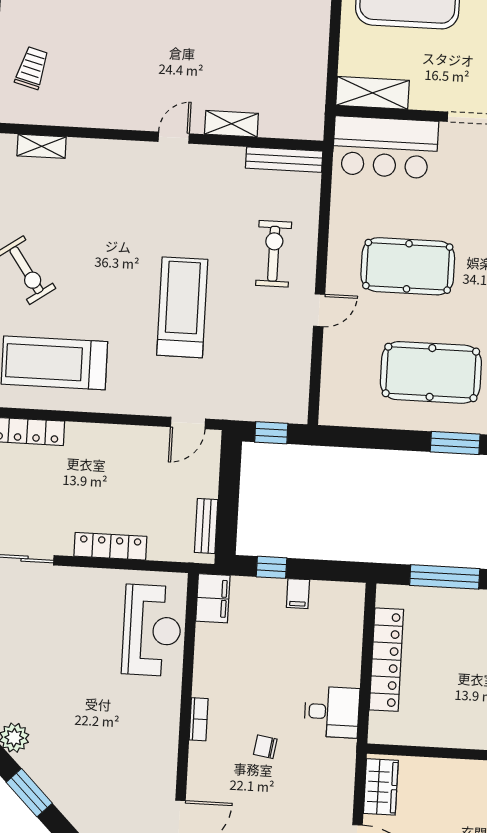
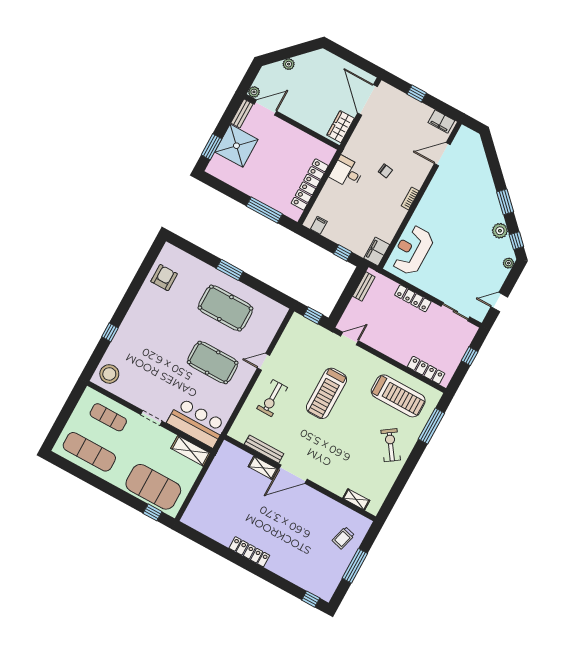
door: (174, 138) -> (293, 474), width x1.87
bench: (284, 160) -> (264, 449), moved
filing cabinet: (298, 594) -> (319, 225), moved

